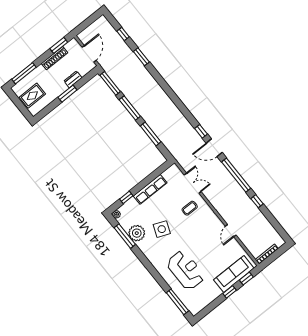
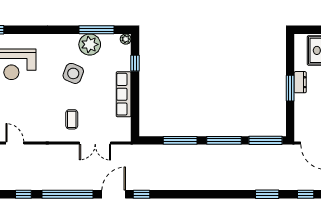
dresser: (73, 79) -> (300, 82), moved

